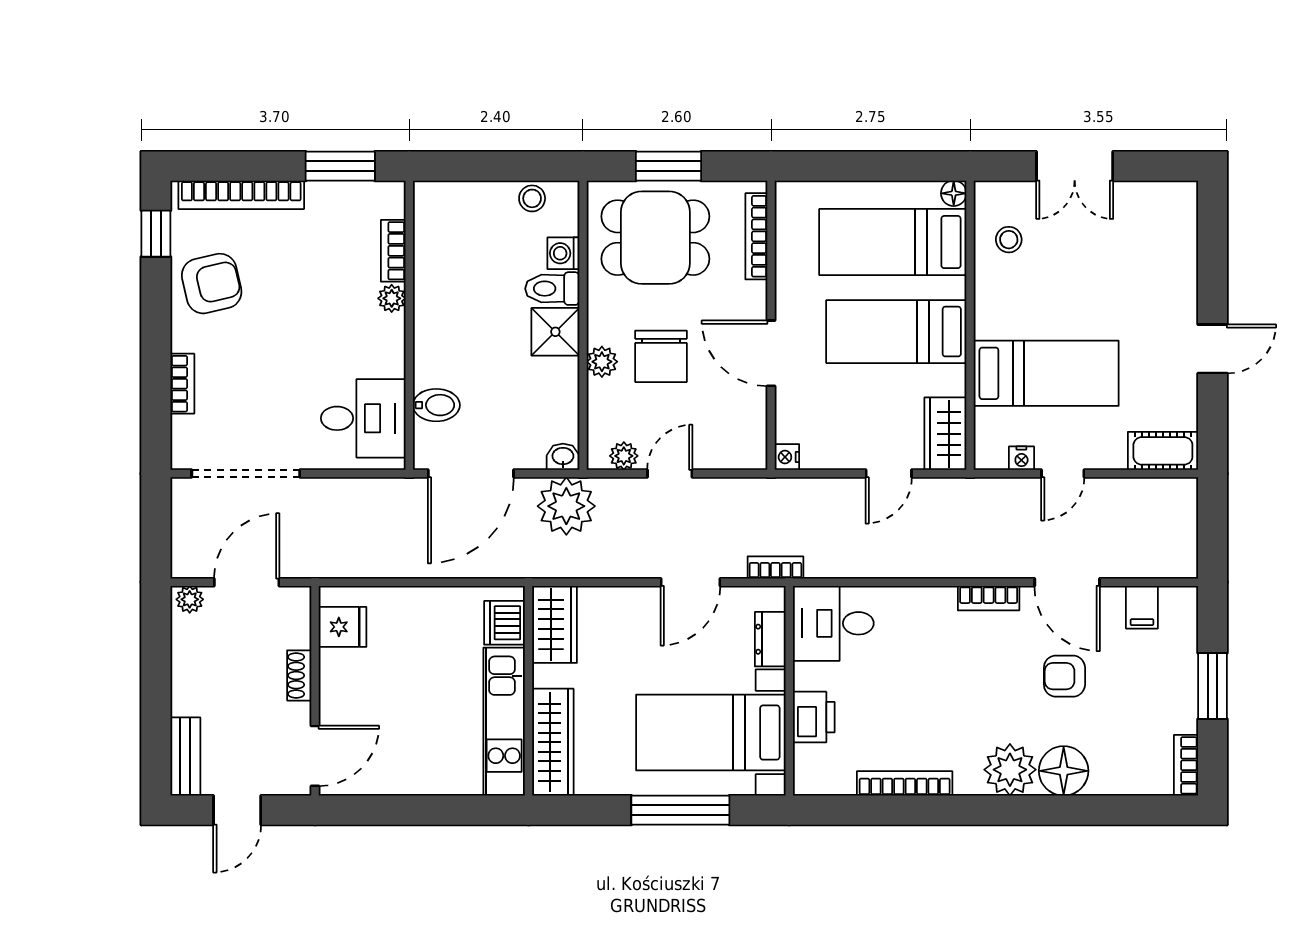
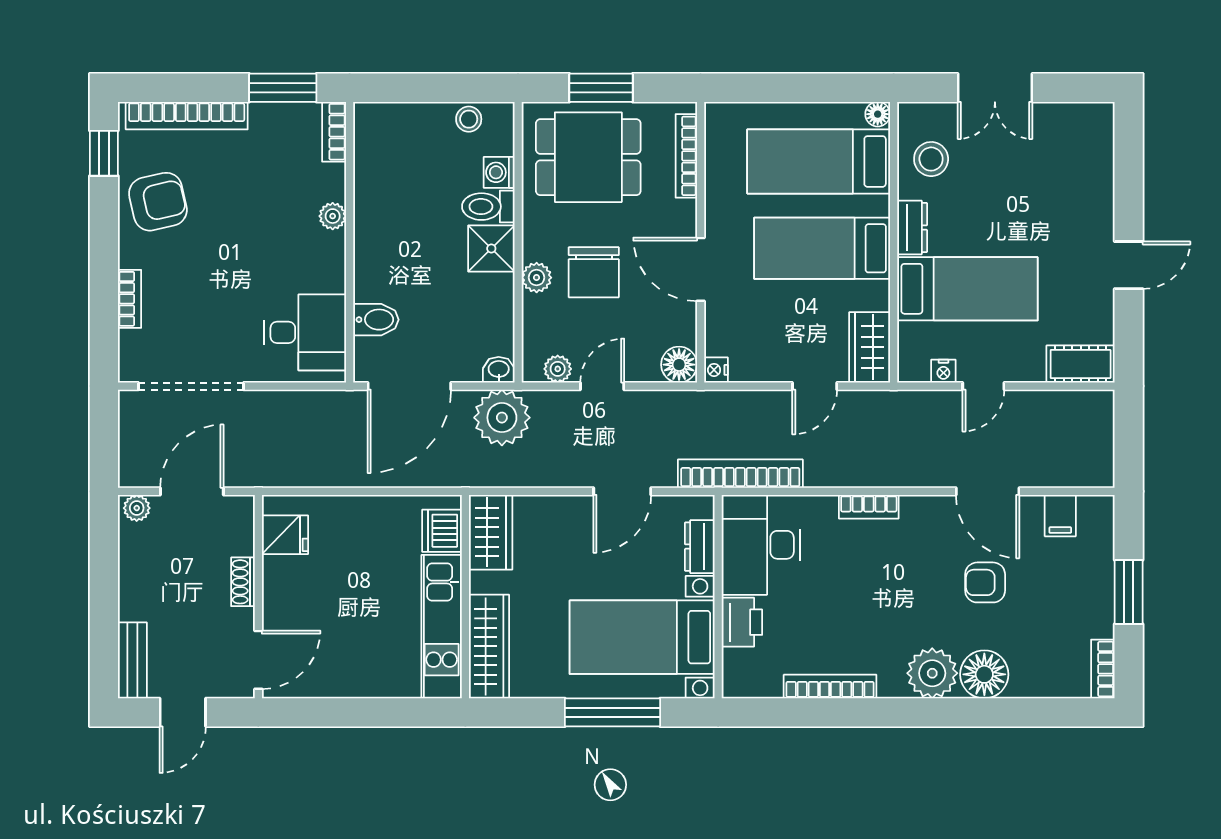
stool: (1009, 240) -> (931, 159), width x1.37, depth x1.37
bookcase: (393, 251) -> (334, 132), moved
dresser: (989, 310) -> (912, 228), added
floor lamp: (749, 451) -> (679, 365), added
bookcase: (775, 567) -> (740, 474), width x2.31, depth x1.31
bookcase: (989, 598) -> (869, 507), moved
desk: (833, 623) -> (761, 545), width x1.37

